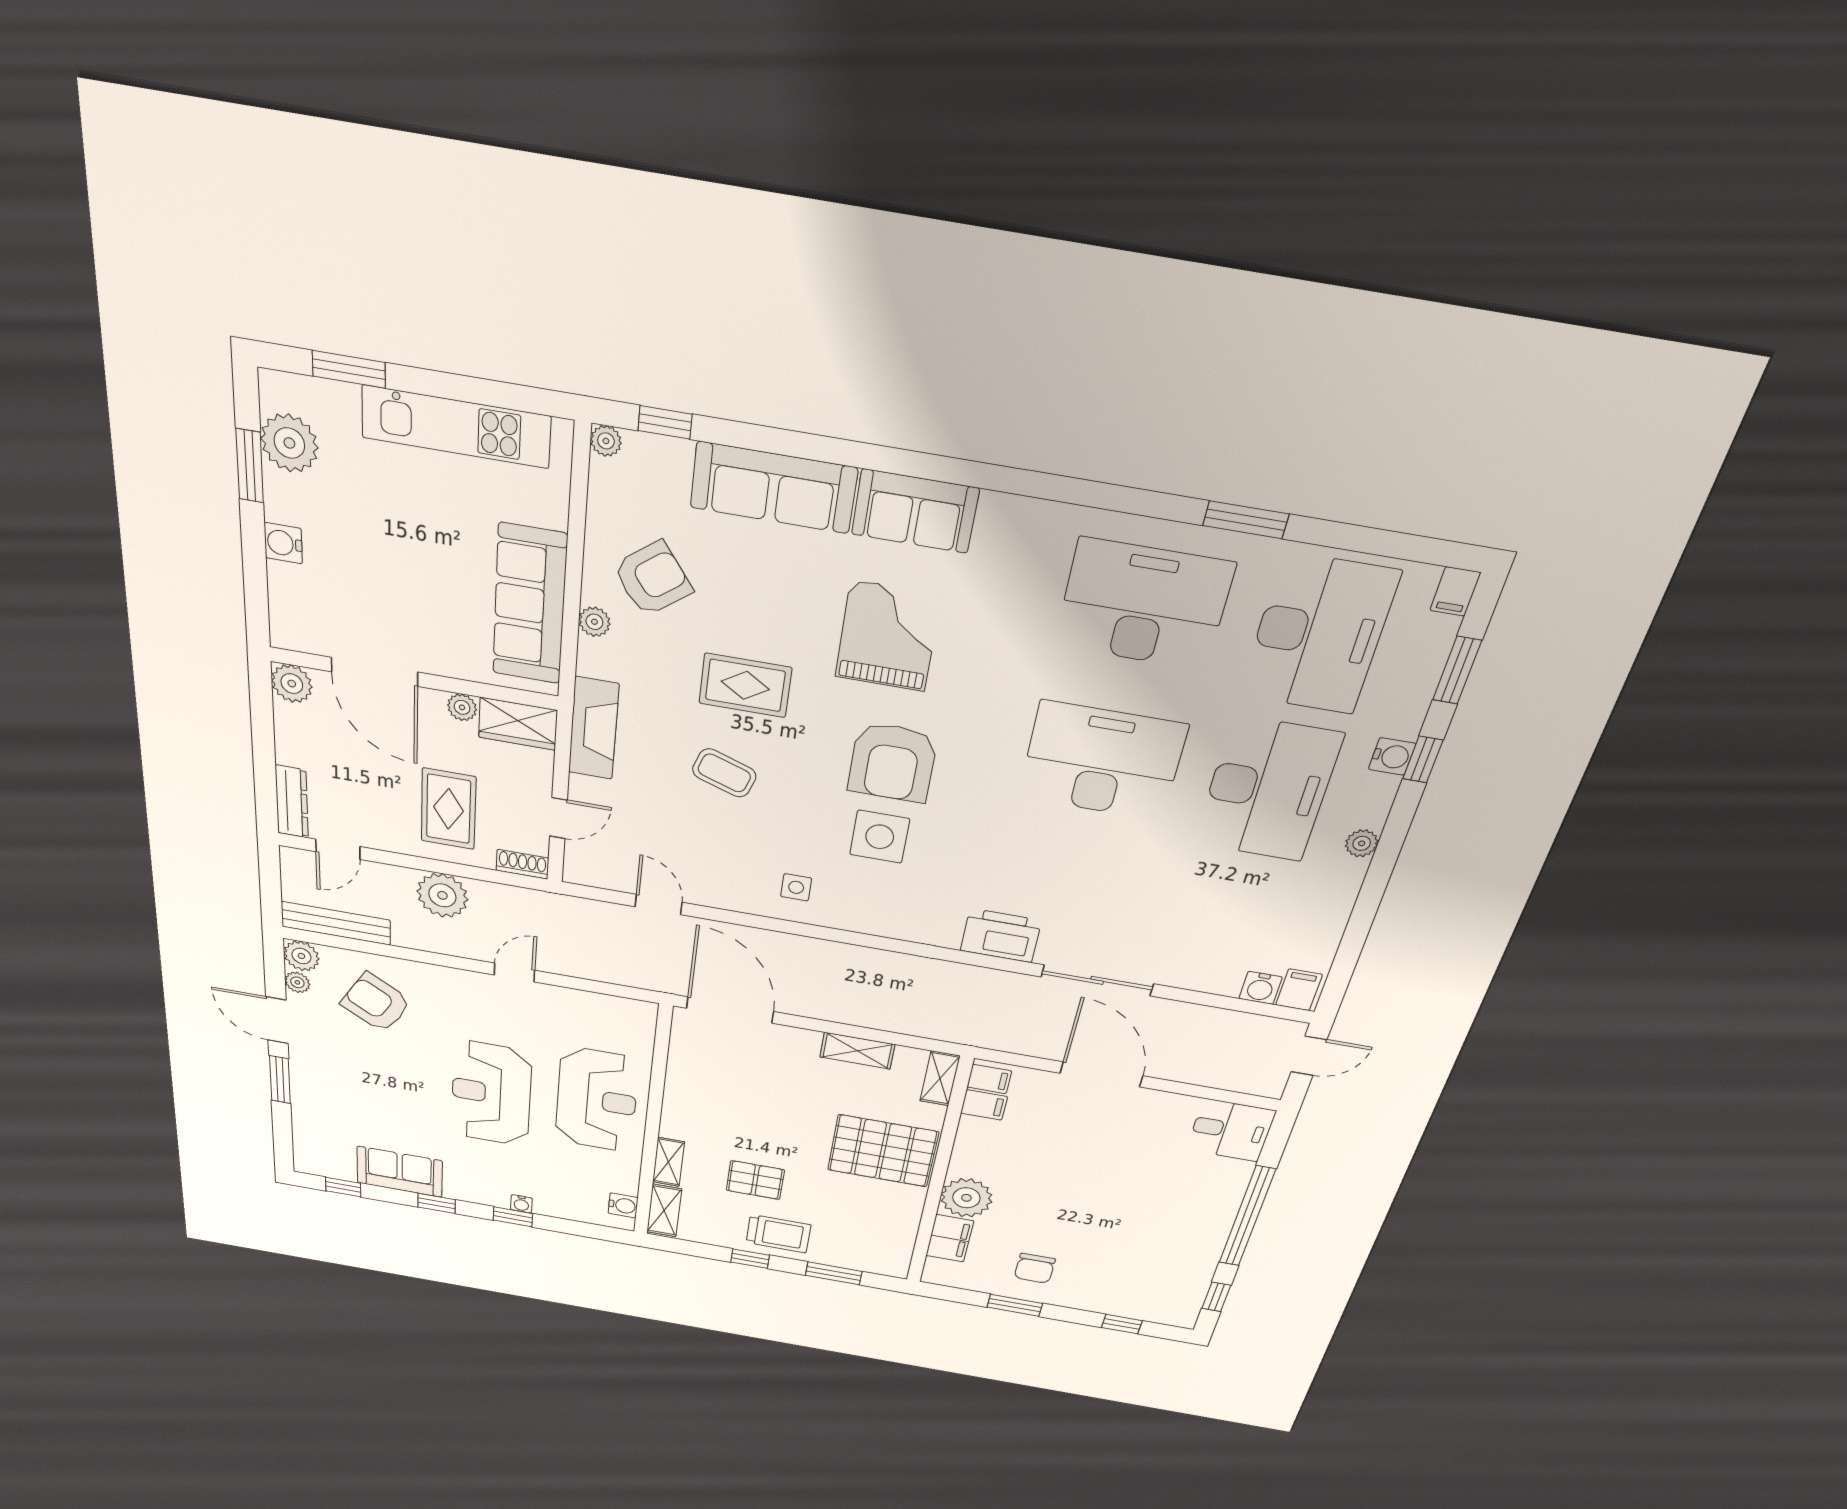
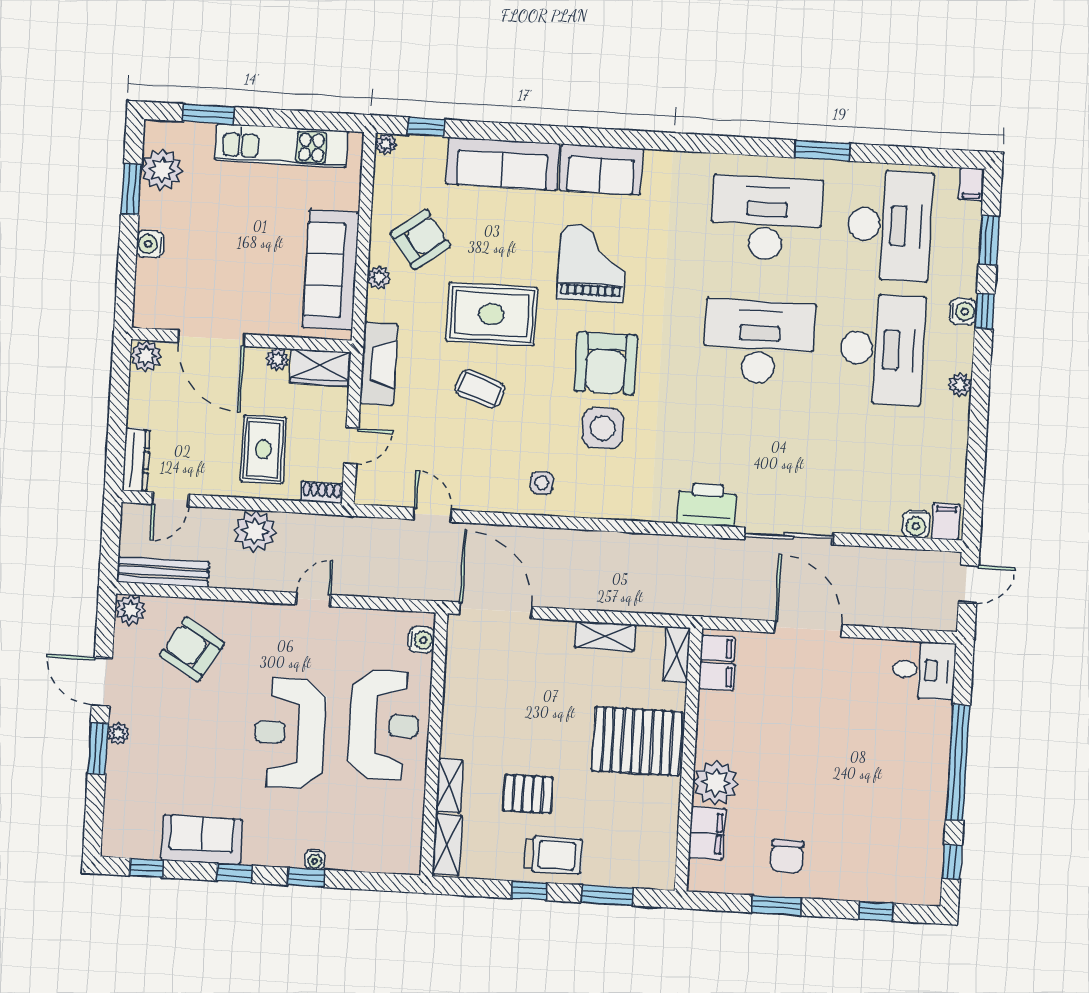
rug: (745, 685) -> (492, 314), width x1.36, depth x1.43
plant: (297, 982) -> (118, 734), moved
water cooler: (623, 1205) -> (421, 640), moved

